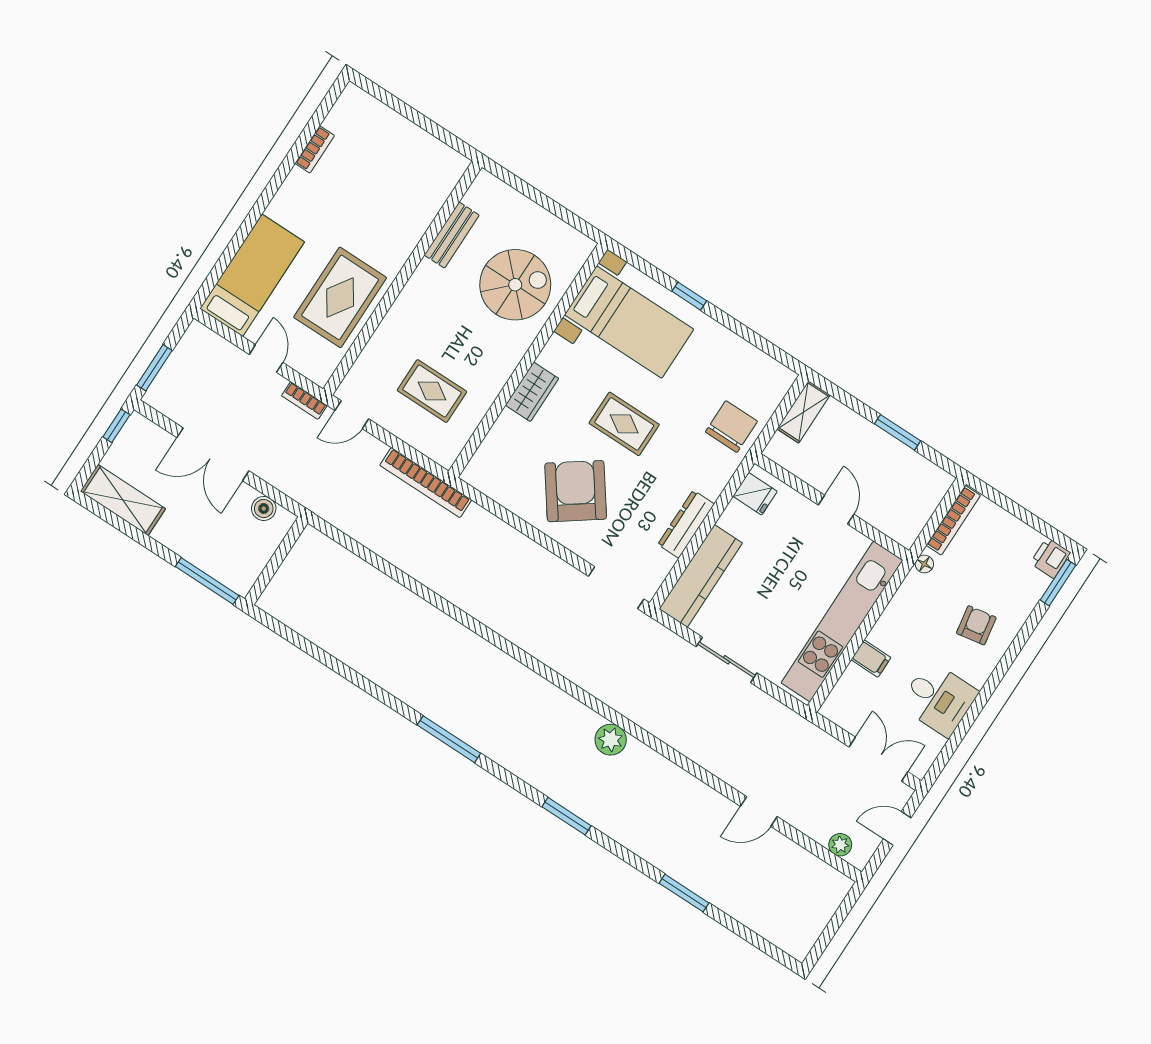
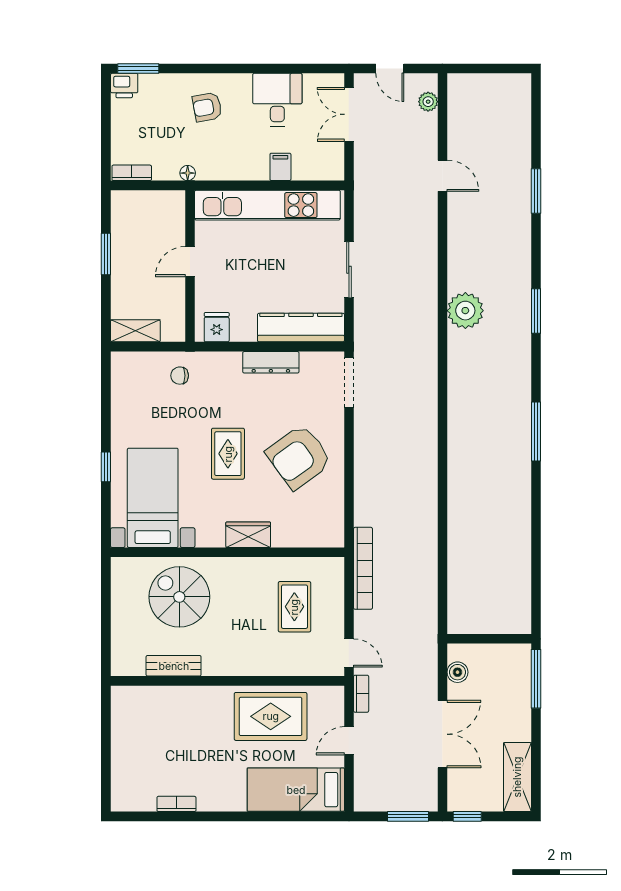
chair: (731, 427) -> (180, 376), width x0.54, depth x0.54
bookcase: (953, 520) -> (132, 173), width x0.64
plant: (611, 740) -> (465, 311), width x1.36, depth x1.36

